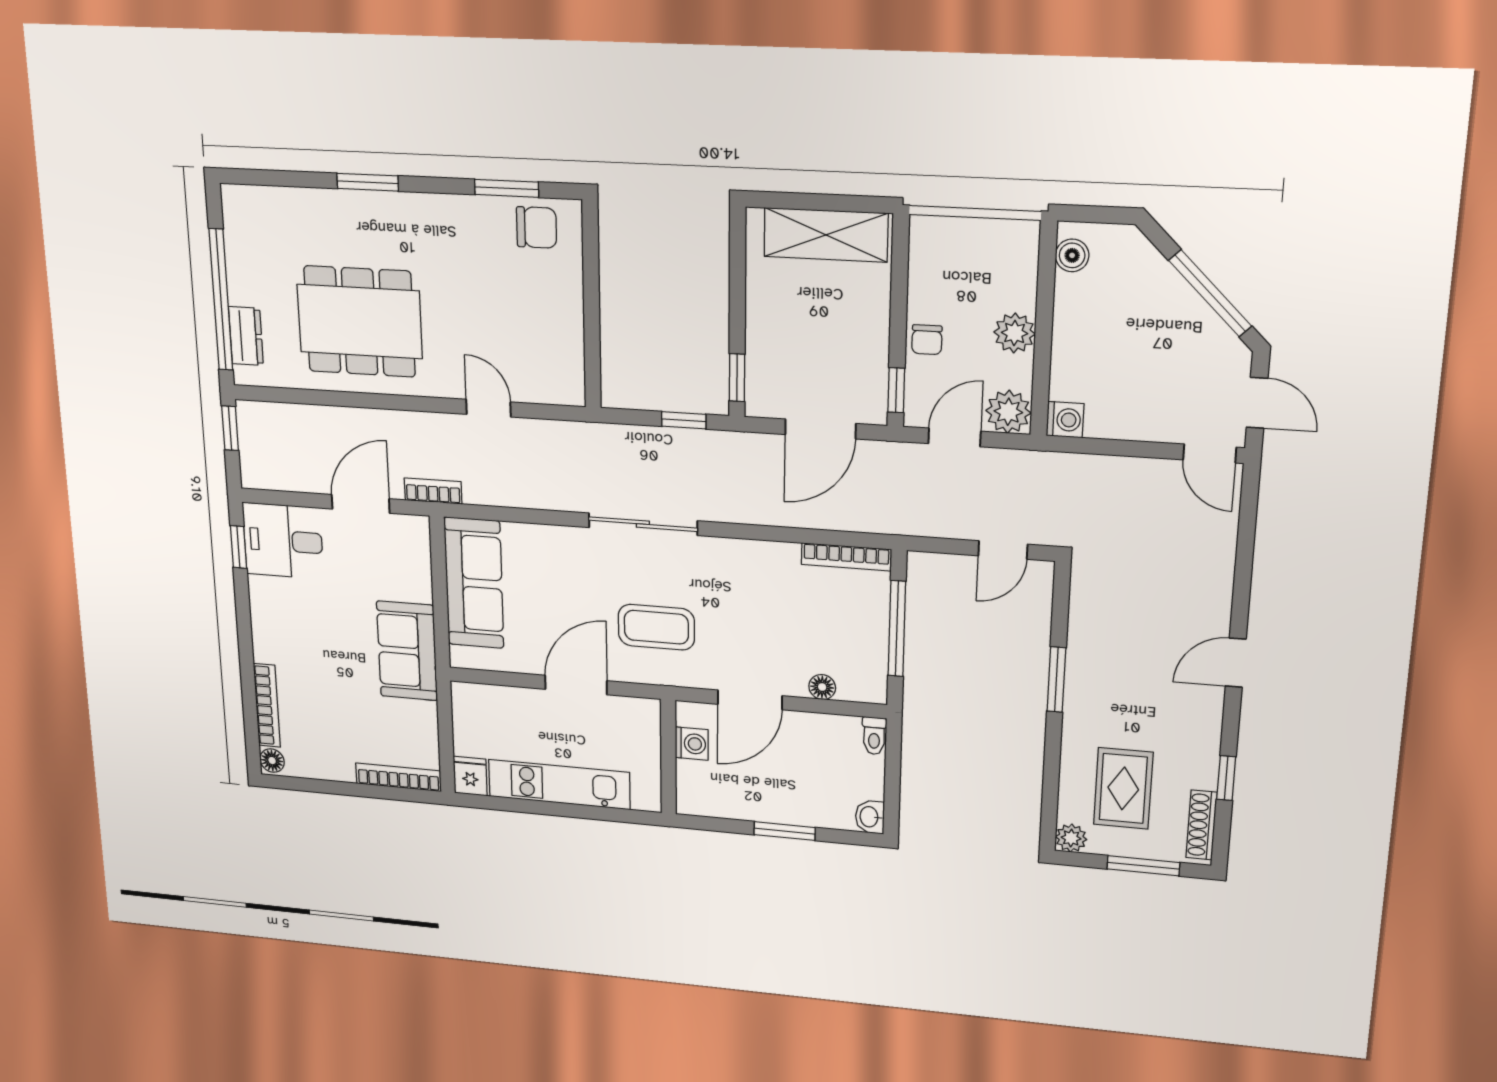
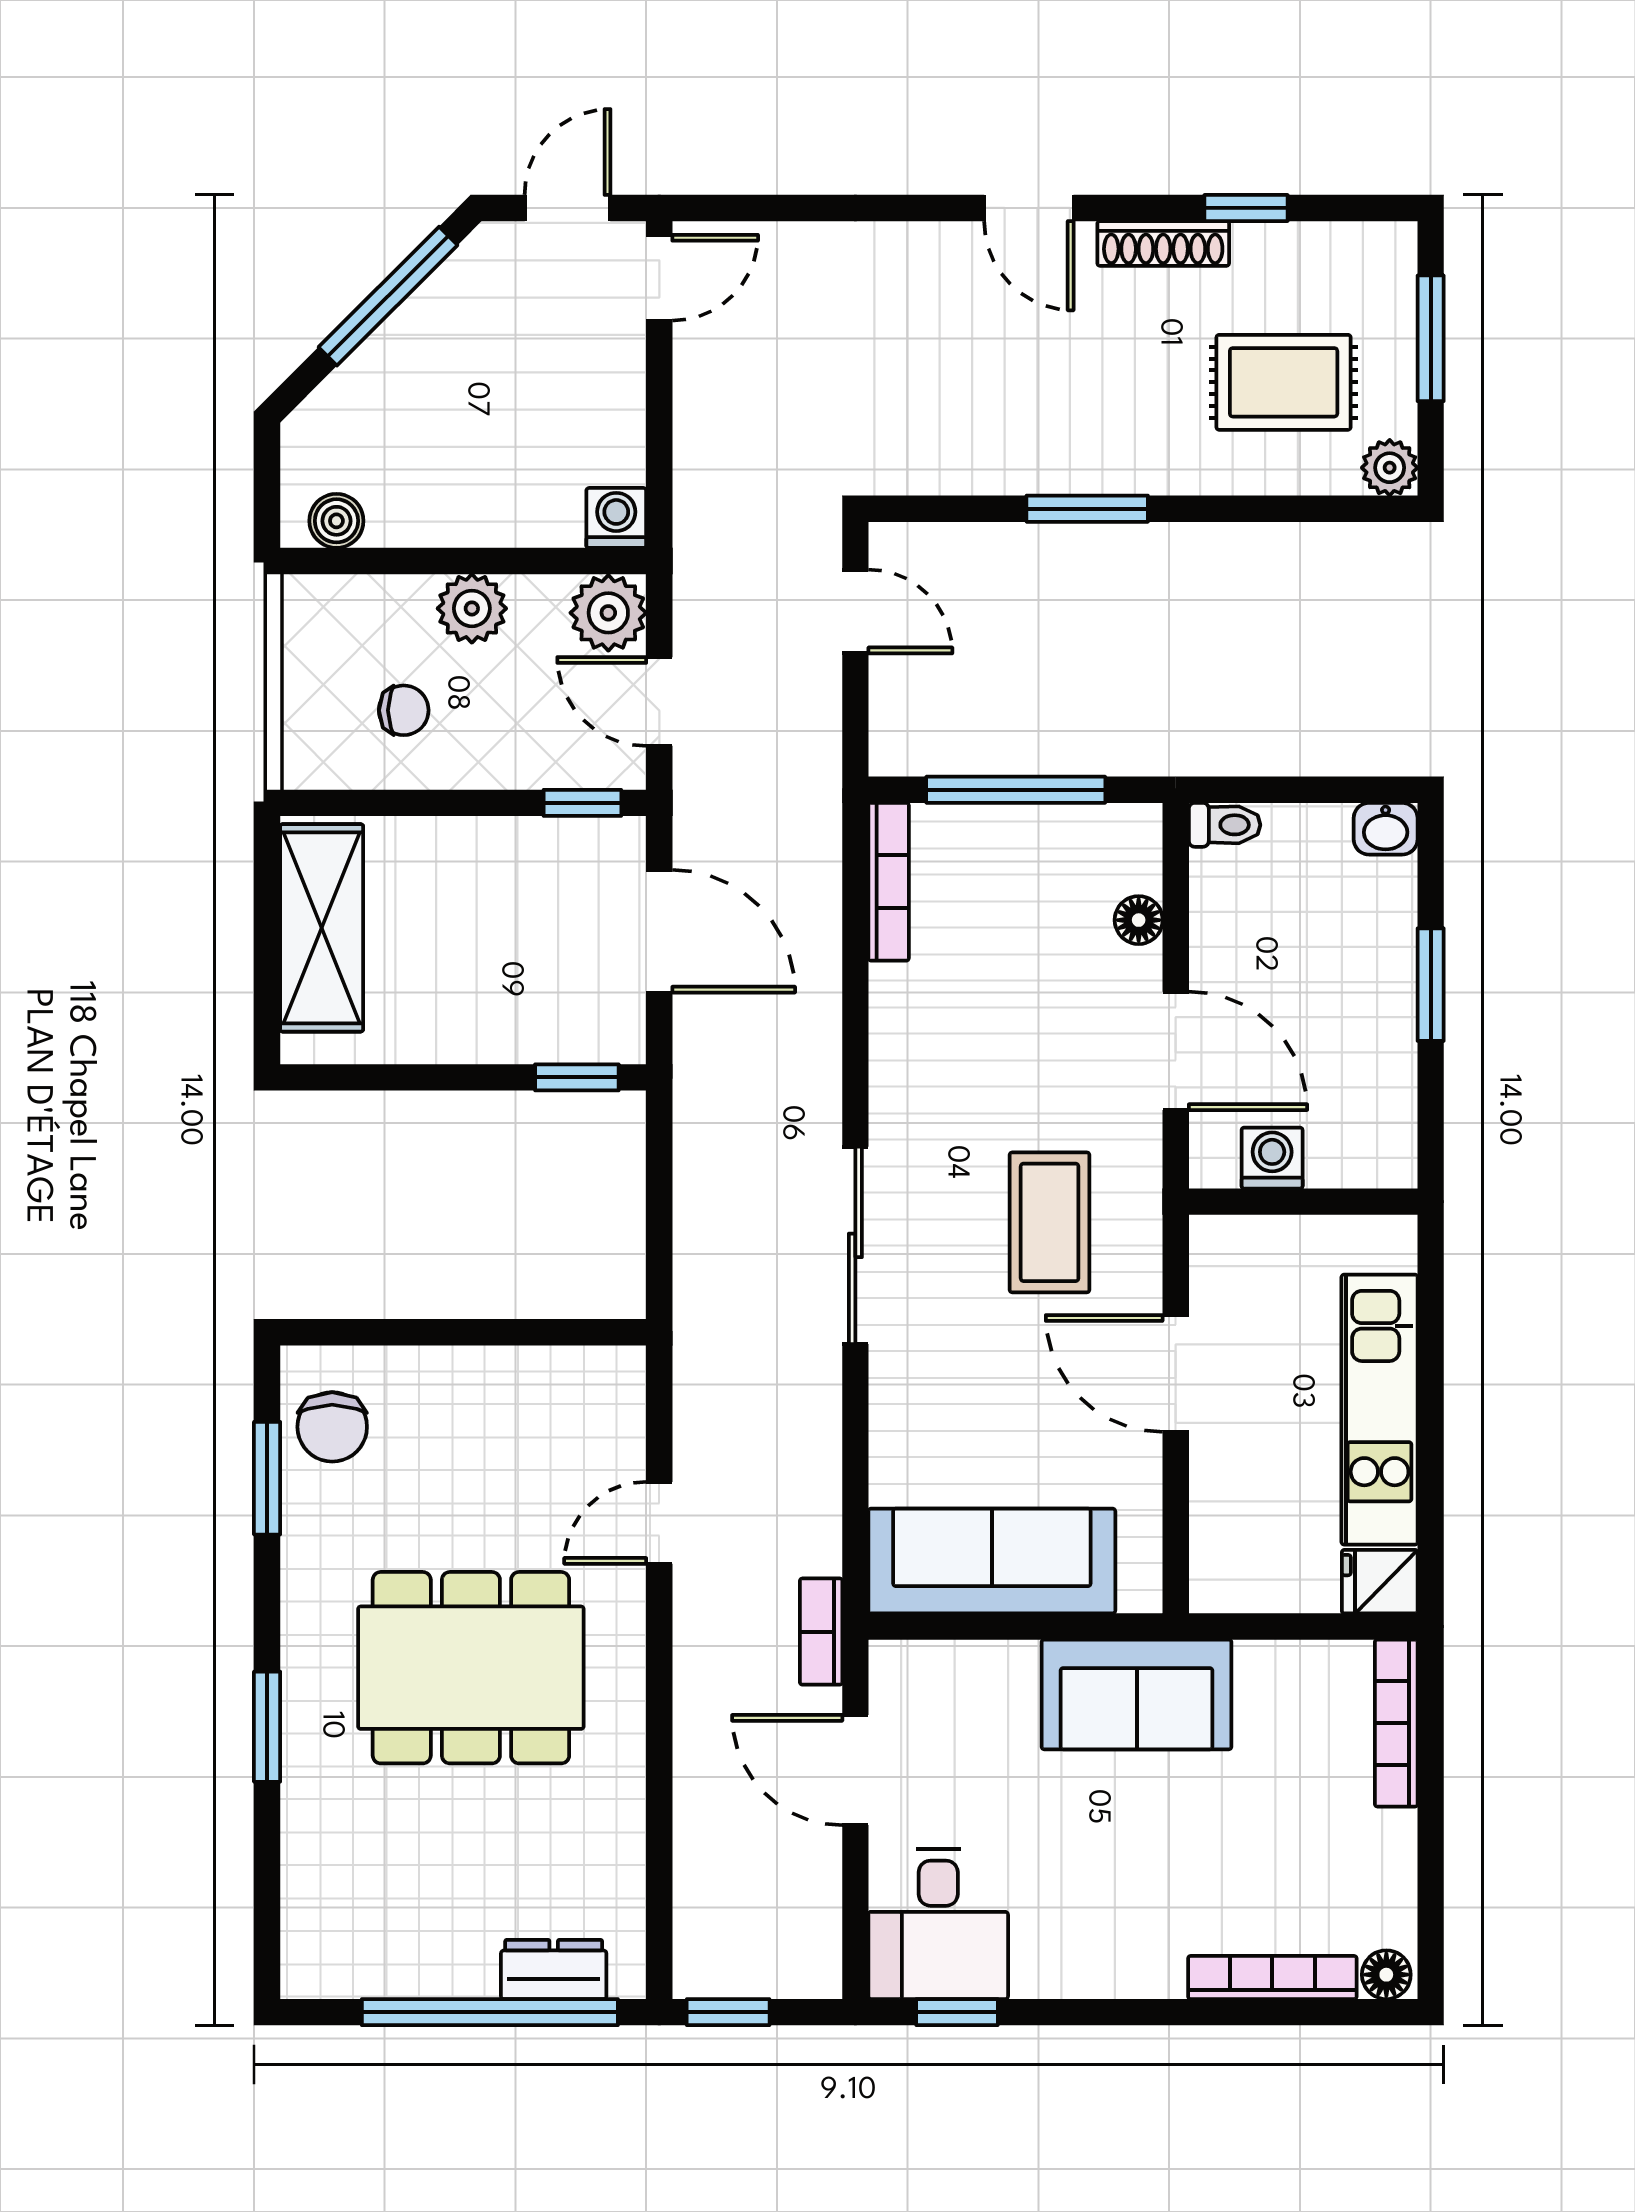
chair: (537, 227) -> (332, 1427), turned 180
dining table: (360, 321) -> (471, 1668), moved, turned 90
chair: (927, 340) -> (404, 710), moved
window: (684, 420) -> (659, 1171), removed
shoe rack: (1202, 825) -> (1163, 243), moved

